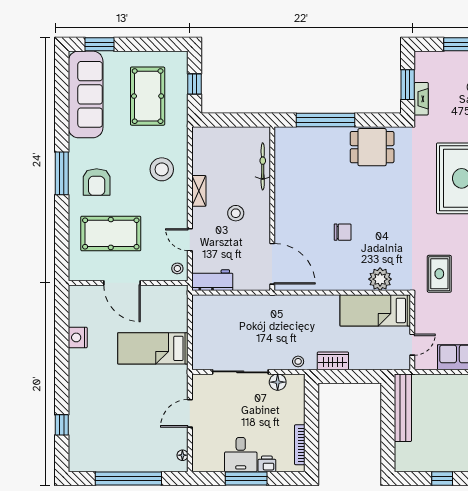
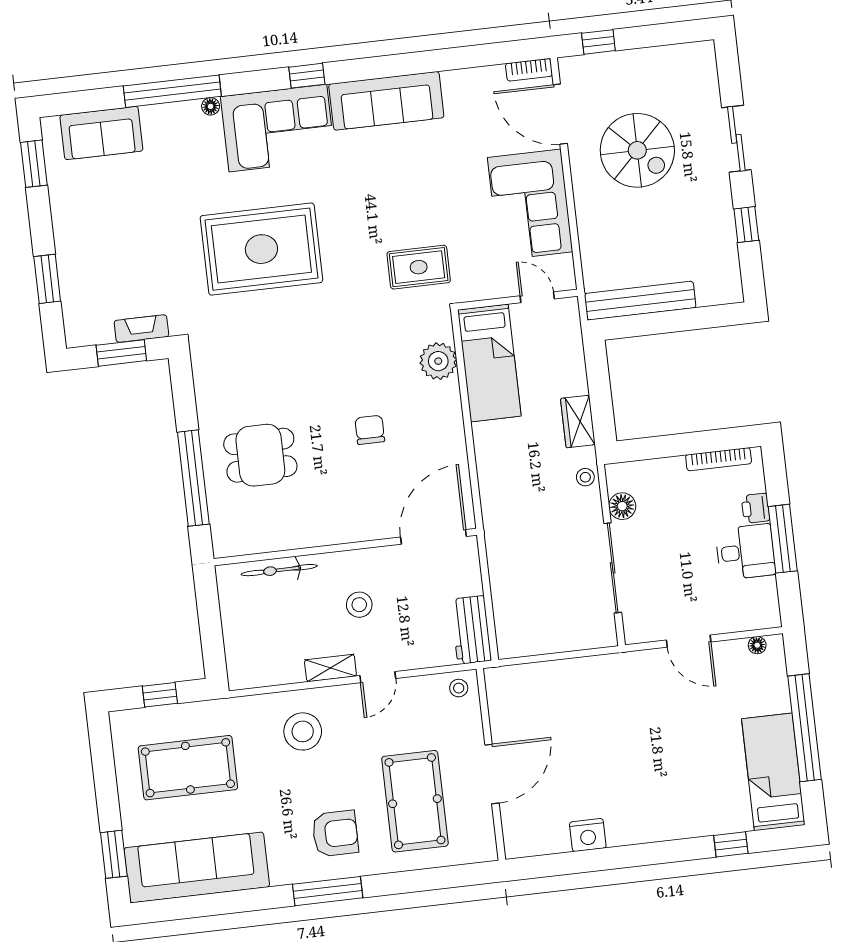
dining table: (372, 147) -> (260, 455), moved, turned 90
door: (190, 240) -> (378, 677), moved
bed: (153, 348) -> (773, 772), moved, turned 180

